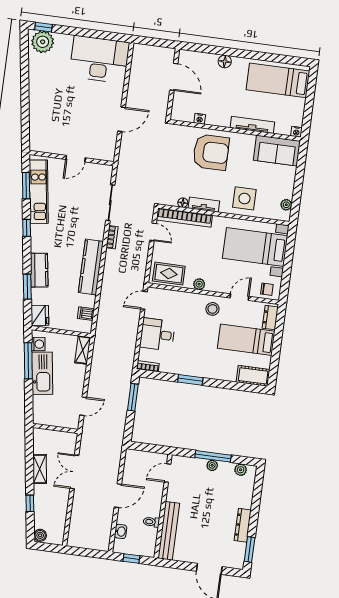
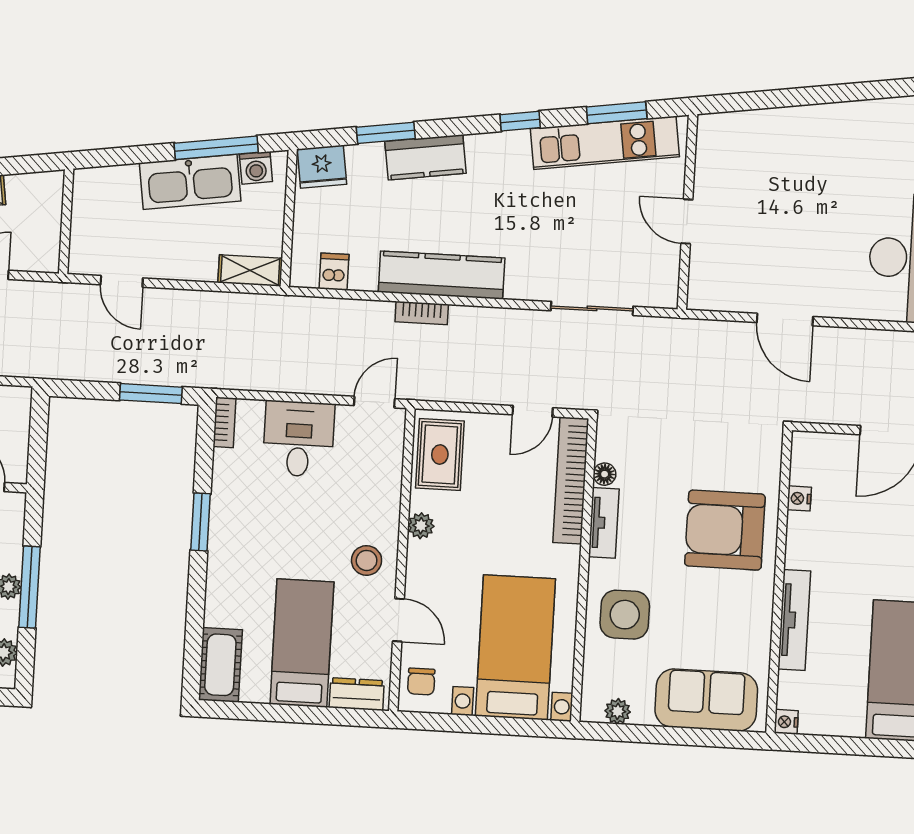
sofa: (277, 151) -> (706, 700), moved, turned 90
armchair: (211, 152) -> (725, 530), turned 90
bookcase: (112, 237) -> (422, 313), moved
door: (144, 300) -> (374, 402), hinge flipped

